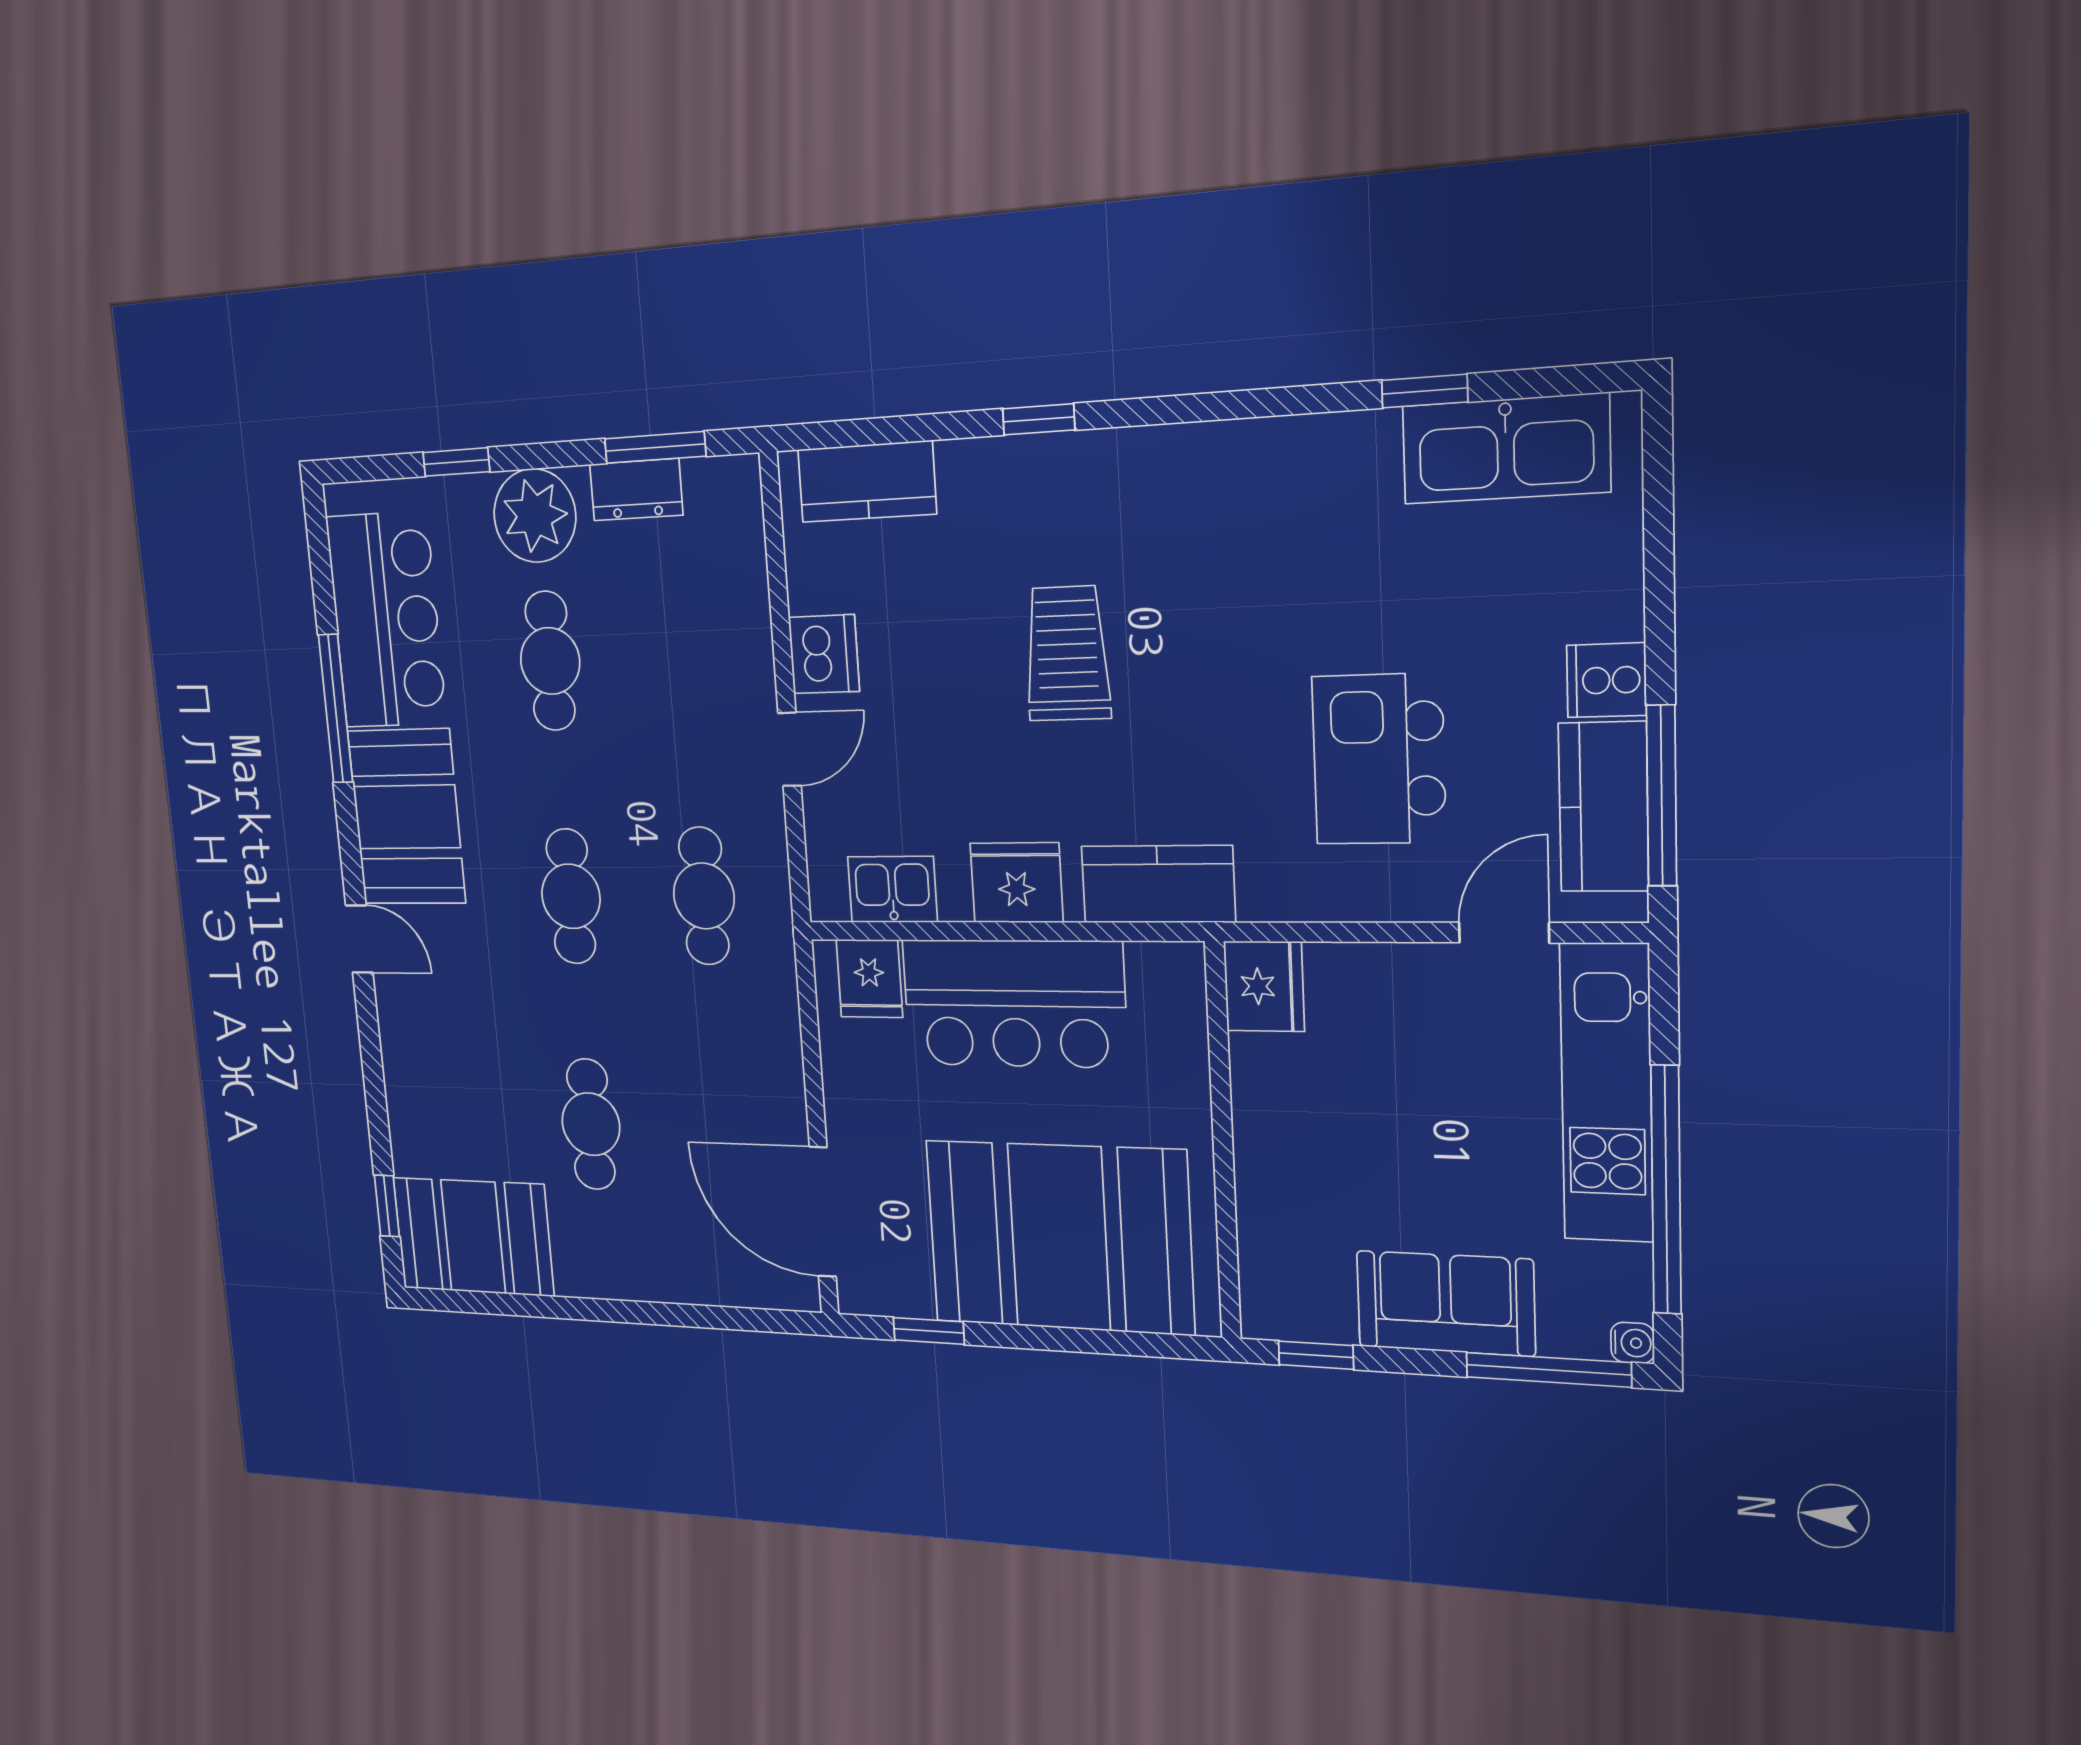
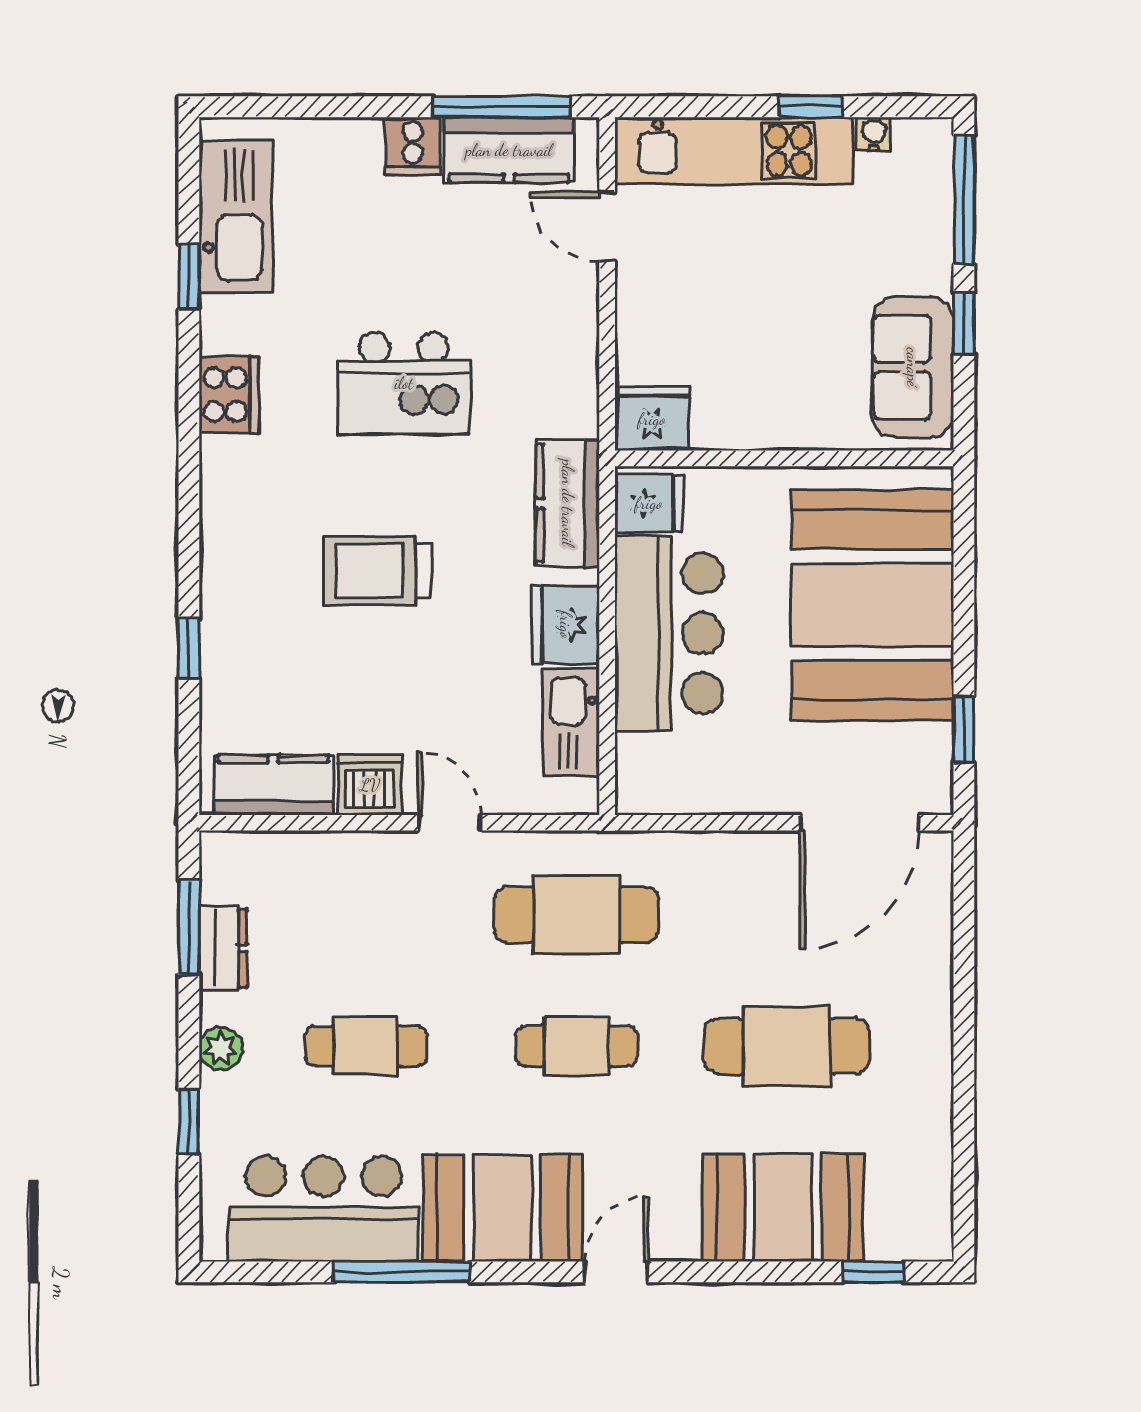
window: (1039, 419) -> (189, 648), moved
cooker: (1273, 455) -> (229, 395), added
kitchen counter: (867, 482) -> (273, 785), moved, turned -90
plant: (535, 516) -> (221, 1049), width x0.53, depth x0.53
kitchen island: (1379, 759) -> (404, 383), moved
kitchen sink: (892, 889) -> (571, 722), width x1.38
cafe table: (704, 896) -> (576, 914), width x1.37, depth x1.35
fridge: (869, 979) -> (649, 503), moved
cafe table: (591, 1124) -> (787, 1046), width x1.37, depth x1.35
window: (1666, 1190) -> (811, 107), width x0.32
booth: (473, 1237) -> (783, 1207), moved, turned 90
sofa: (1445, 1303) -> (913, 367), moved
water cooler: (1633, 1343) -> (874, 134), moved
window: (1316, 1355) -> (964, 323), moved

